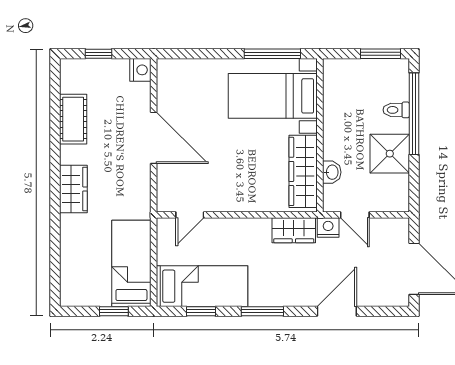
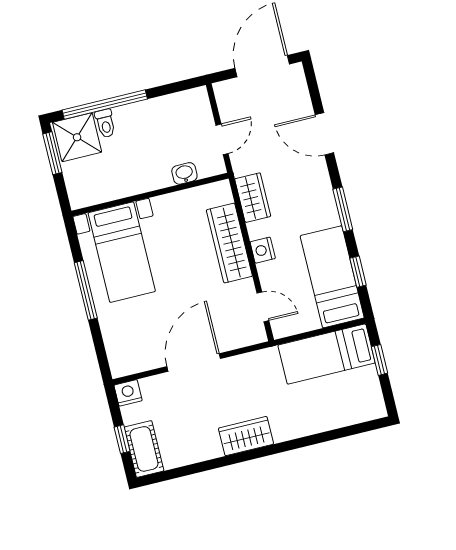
window: (272, 54) -> (86, 290), moved
cot: (73, 119) -> (144, 449), moved, turned 90
shower: (390, 154) -> (77, 137), moved
wardrobe: (303, 171) -> (229, 243), moved, turned 90
wardrobe: (73, 189) -> (246, 436), moved
nightstand: (328, 228) -> (263, 250), moved

